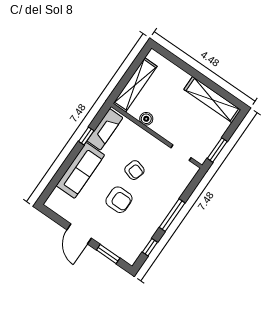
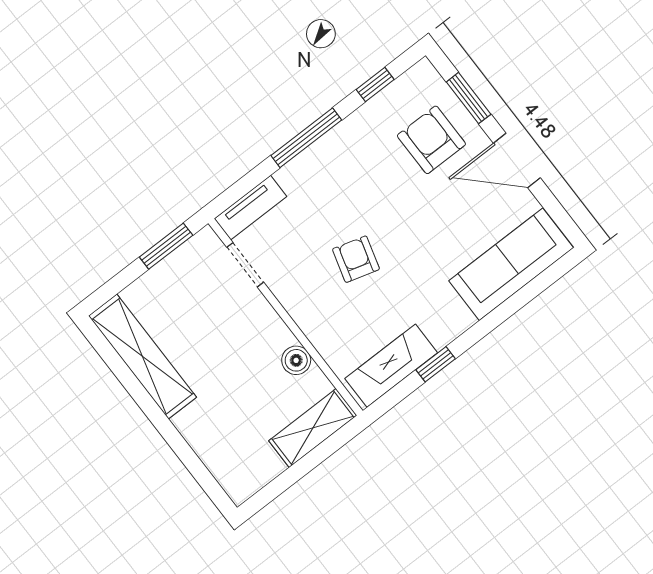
shelving: (135, 85) -> (313, 428), width x0.68
sofa: (80, 170) -> (511, 264), moved
tv unit: (186, 178) -> (250, 208), added
armchair: (119, 200) -> (431, 140), moved
door: (79, 234) -> (517, 160), swing flipped

